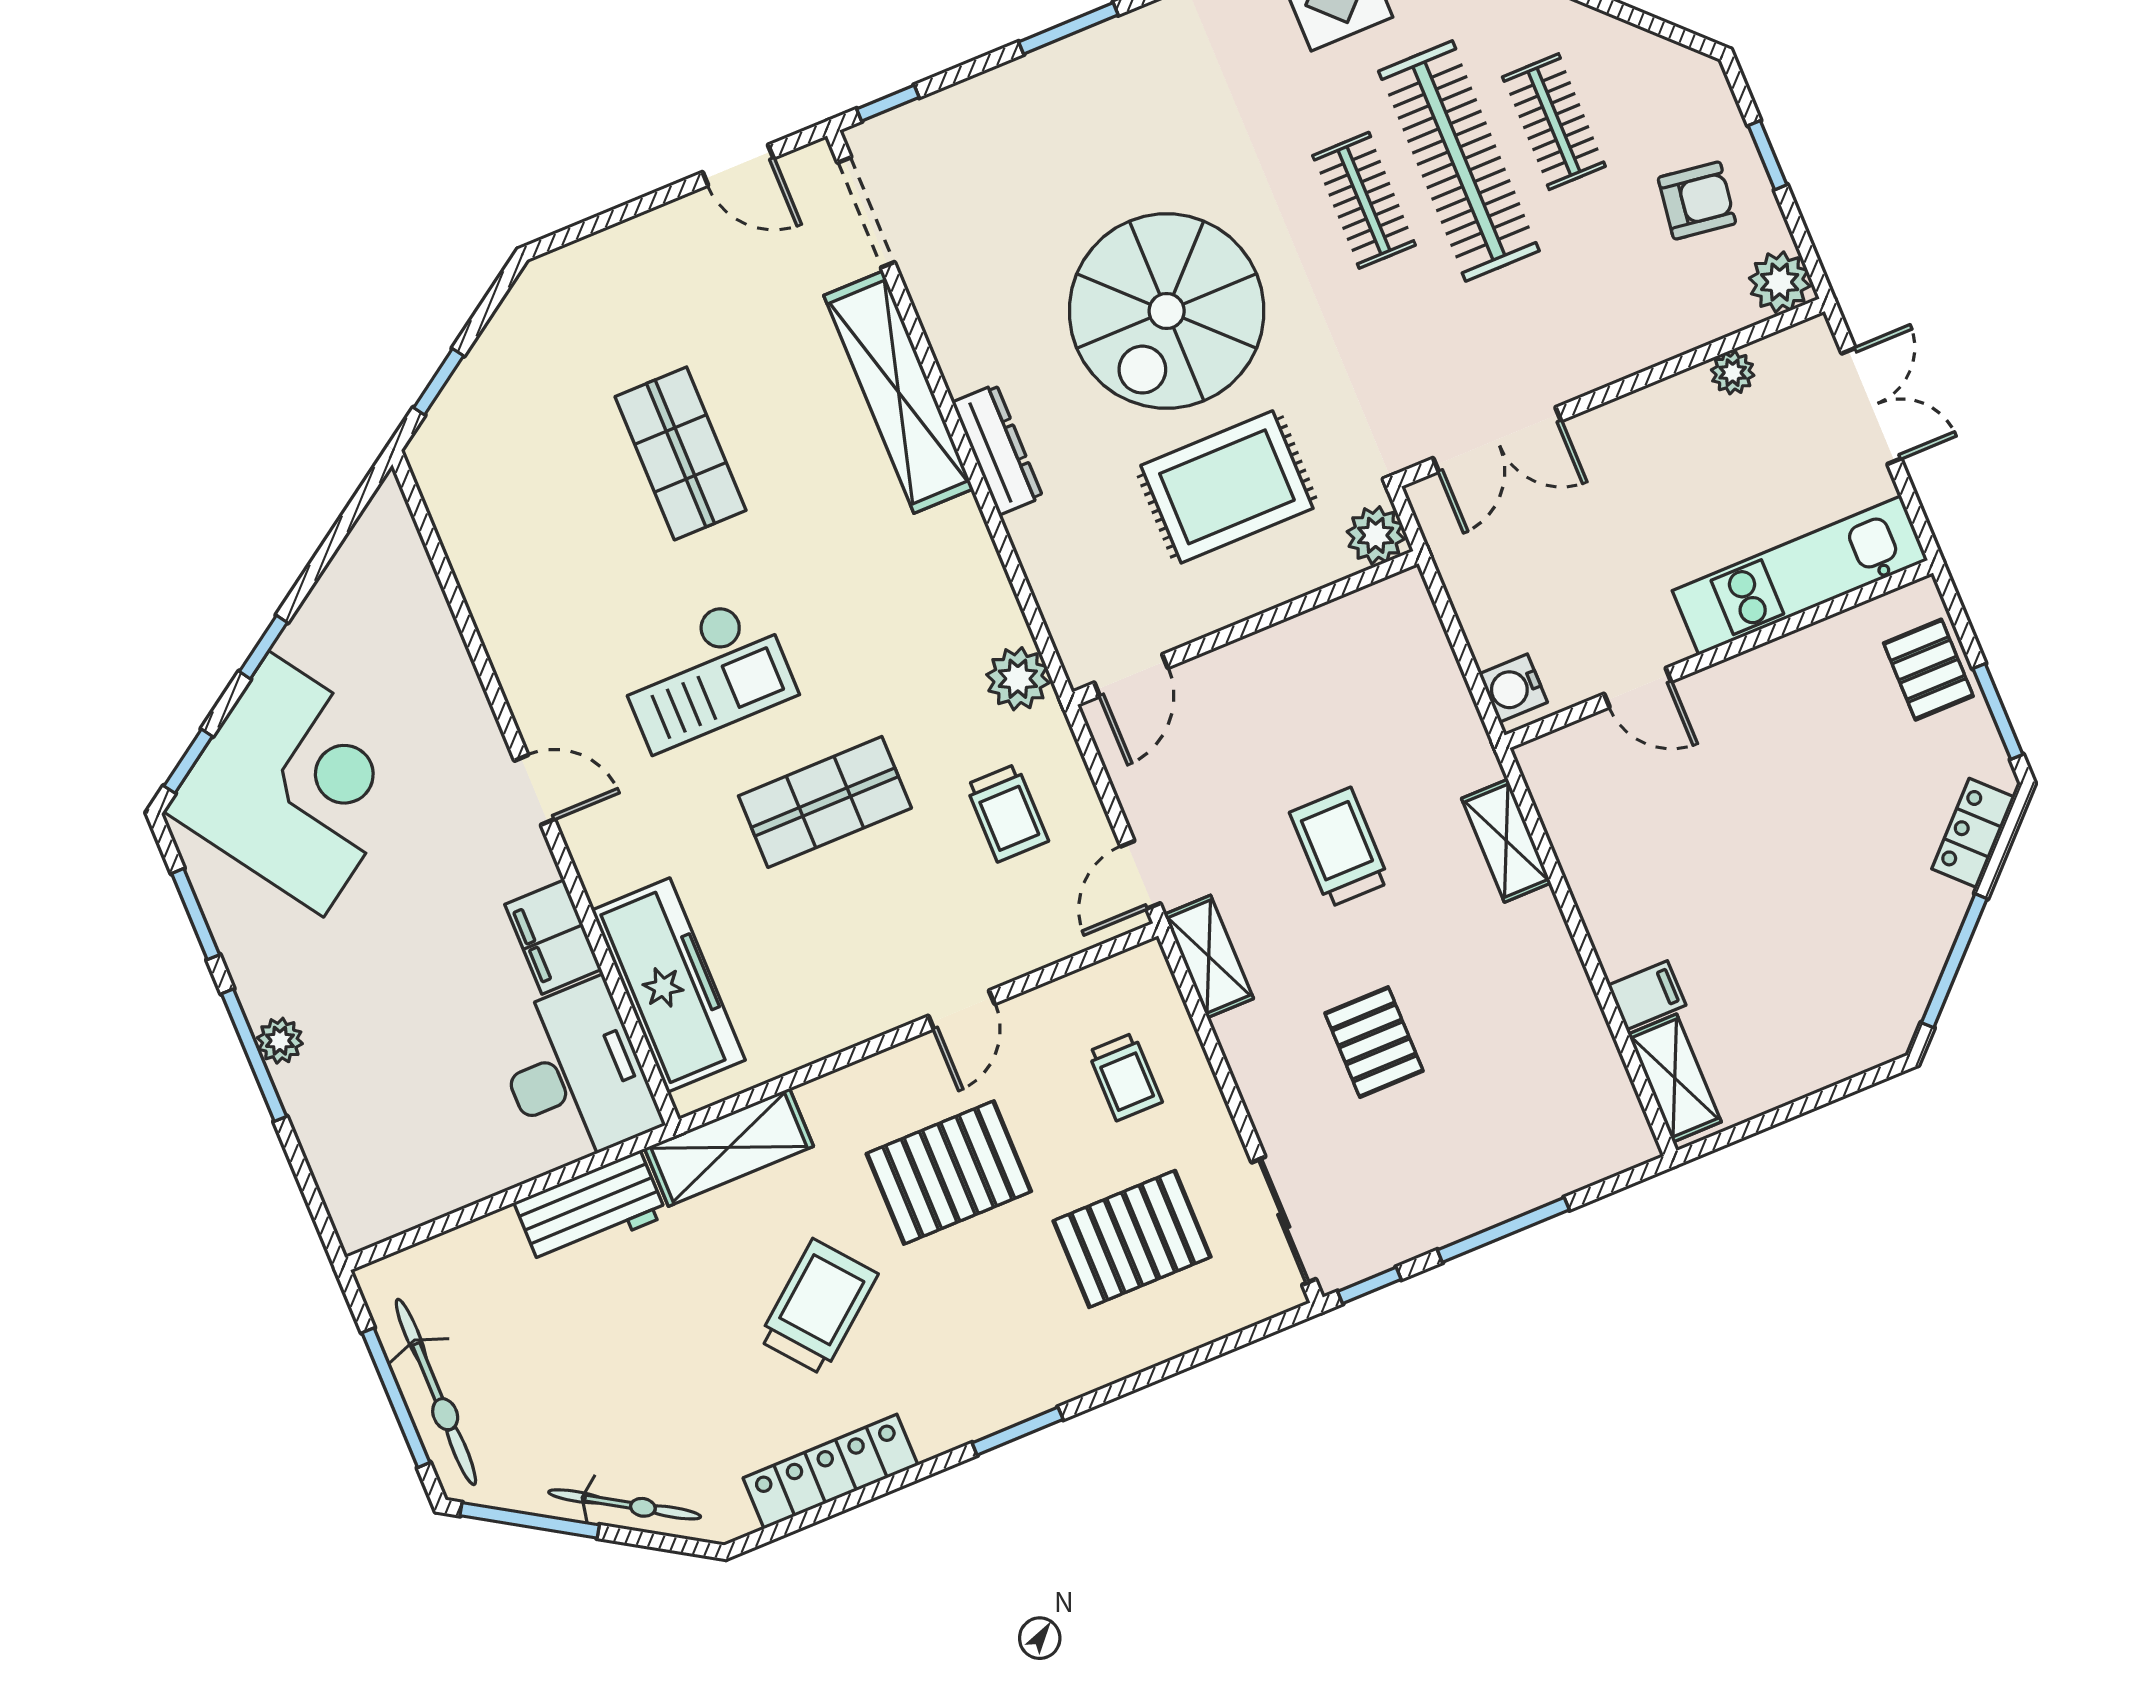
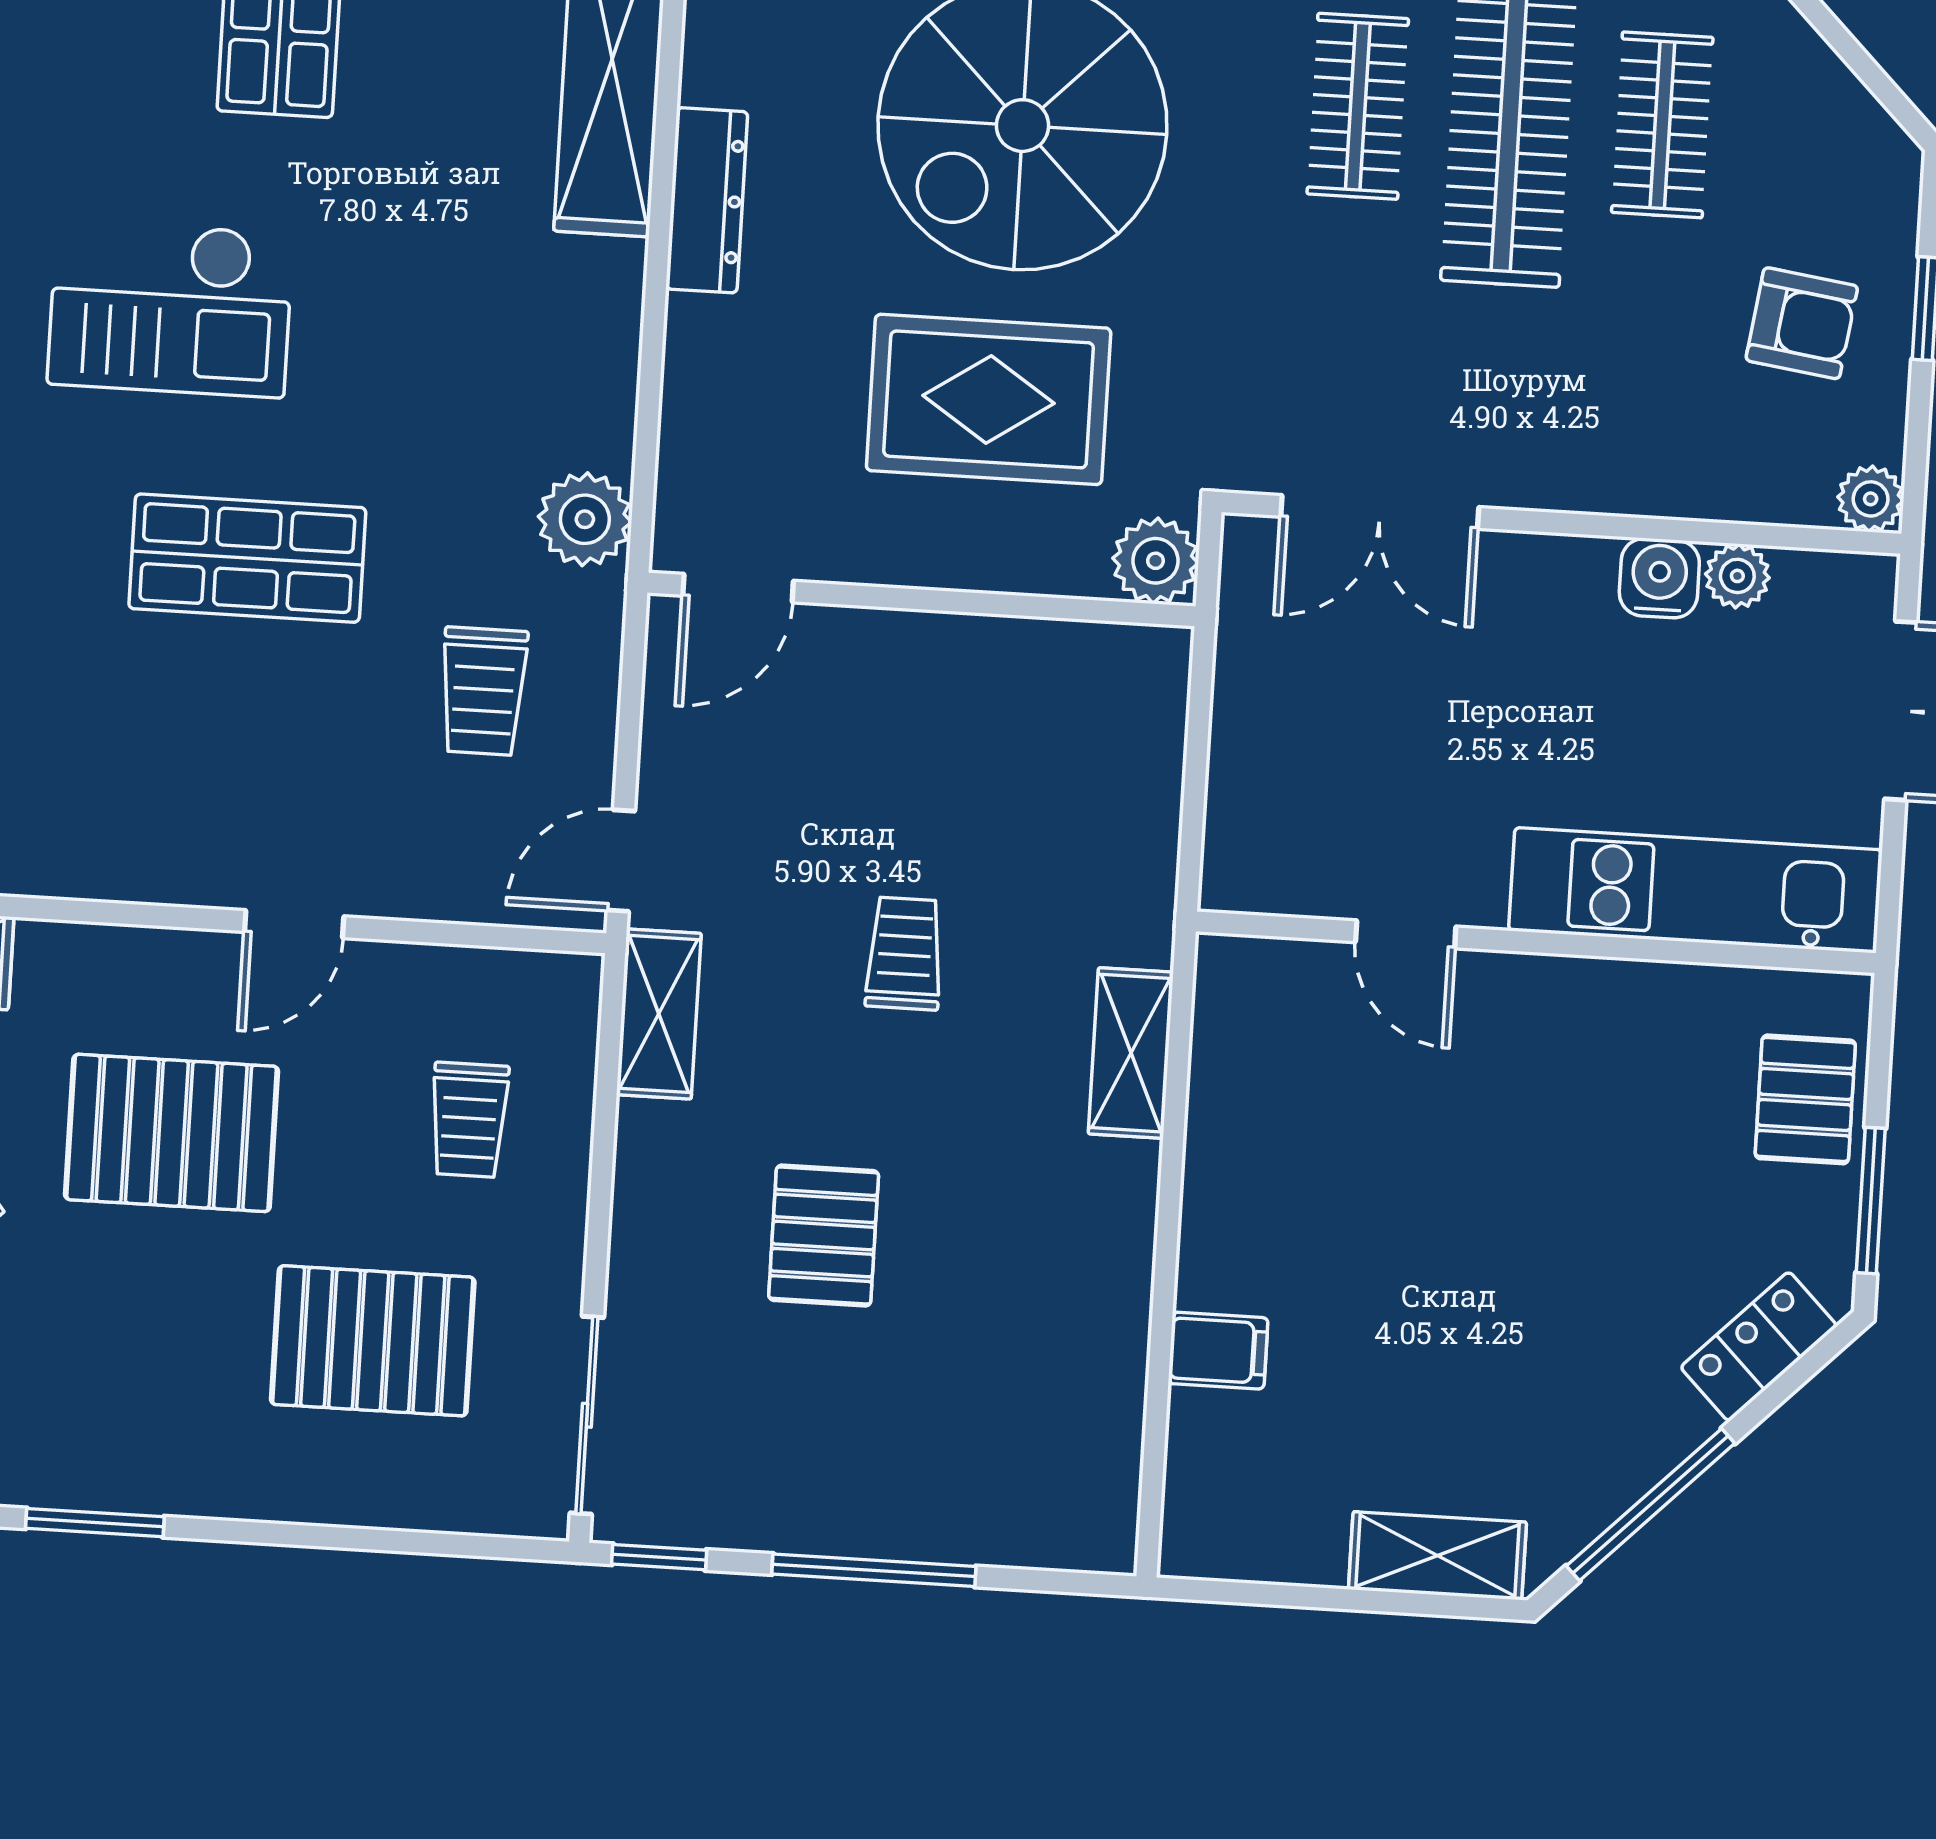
plant: (1780, 282) -> (1871, 499), width x0.73, depth x0.73
water cooler: (1513, 688) -> (1659, 578), moved, turned 90
trolley: (1340, 847) -> (904, 954), width x0.73, depth x0.72
shelving: (1675, 1078) -> (1437, 1556), moved, turned 90

